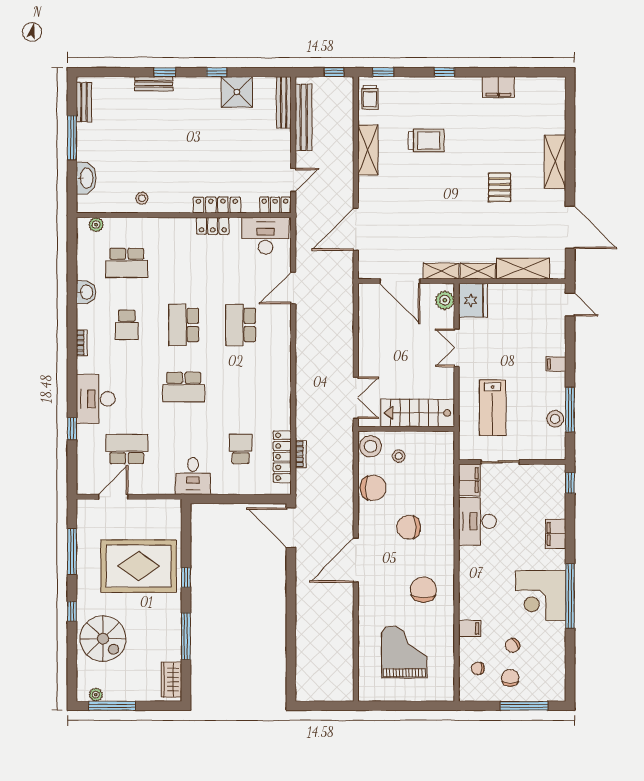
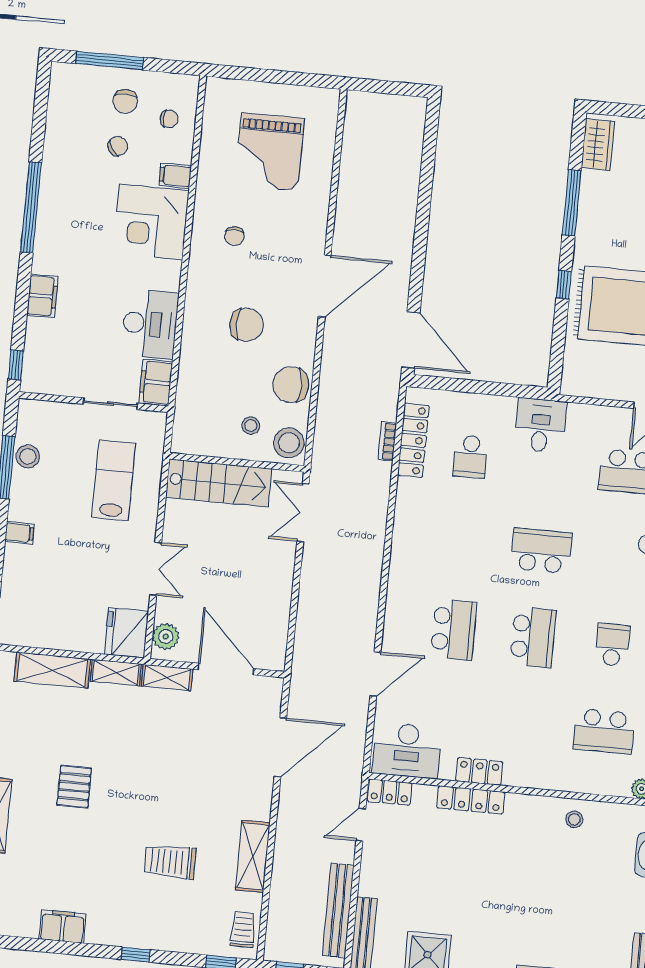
school desk: (127, 263) -> (604, 731), turned 180
chair: (423, 590) -> (234, 236), width x0.54, depth x0.54
corner desk: (541, 595) -> (151, 222), moved, turned 180

